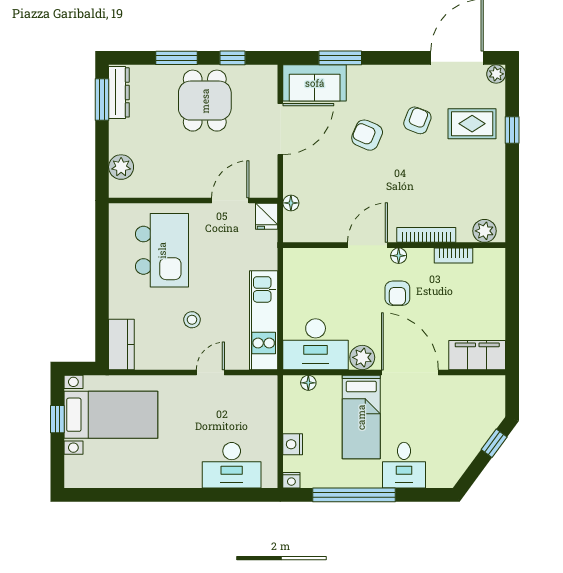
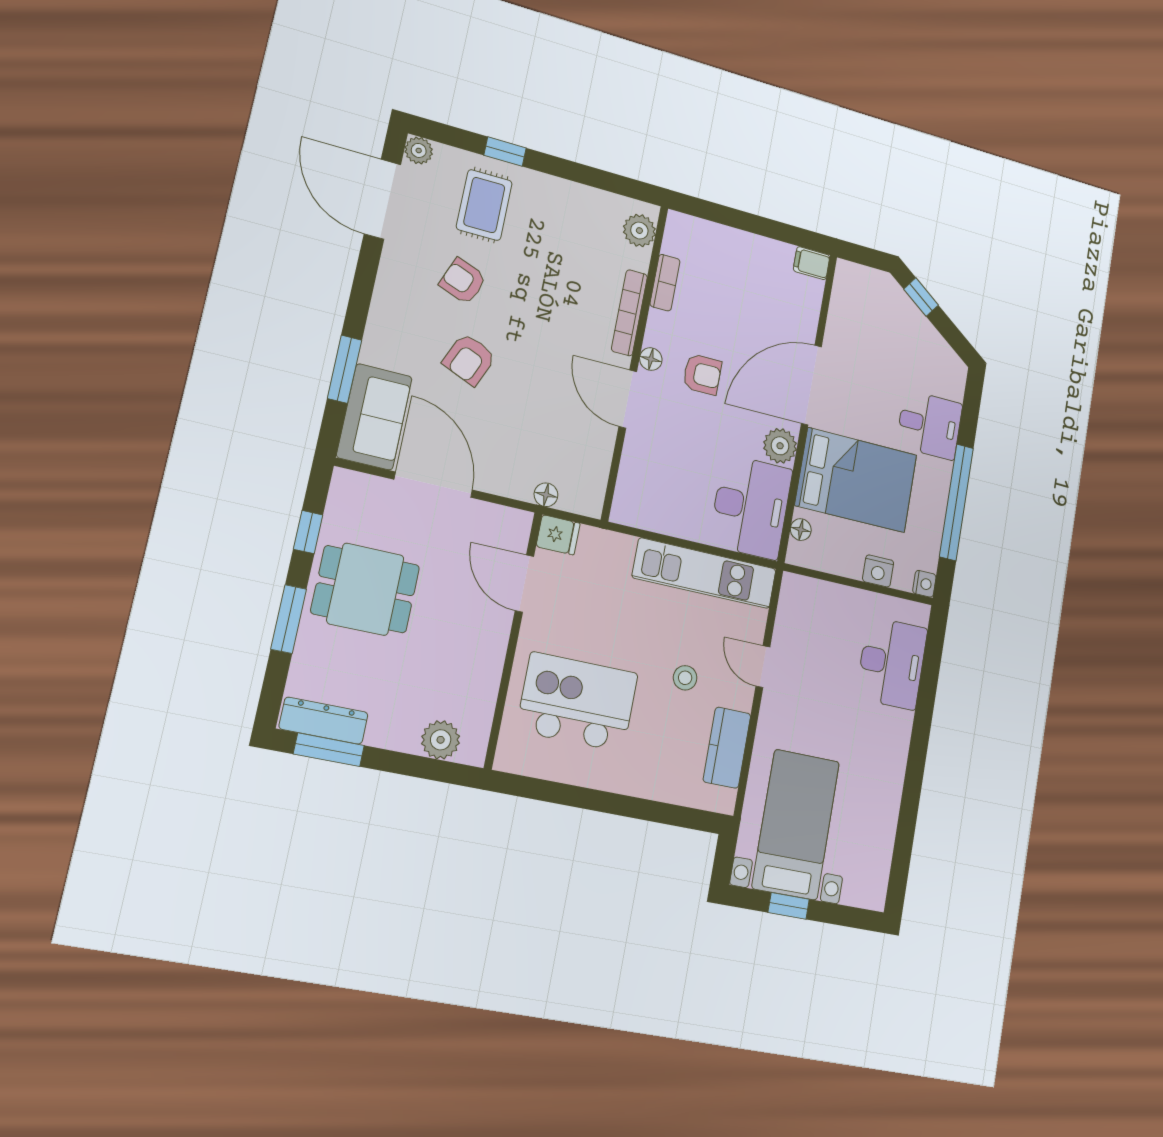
kitchen counter: (121, 344) -> (727, 748), moved, turned -90
filing cabinet: (477, 355) -> (812, 263), width x0.33, depth x0.86
bed: (361, 417) -> (856, 480), width x1.50

